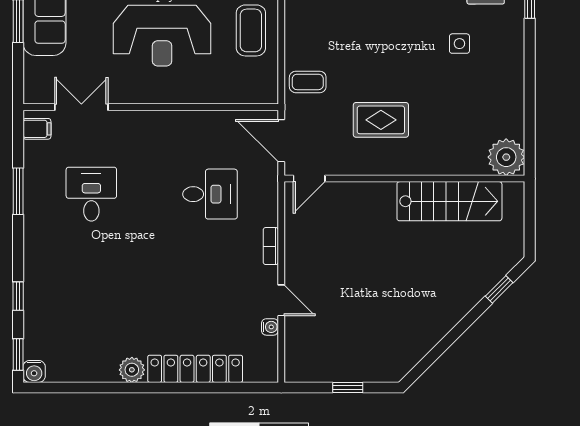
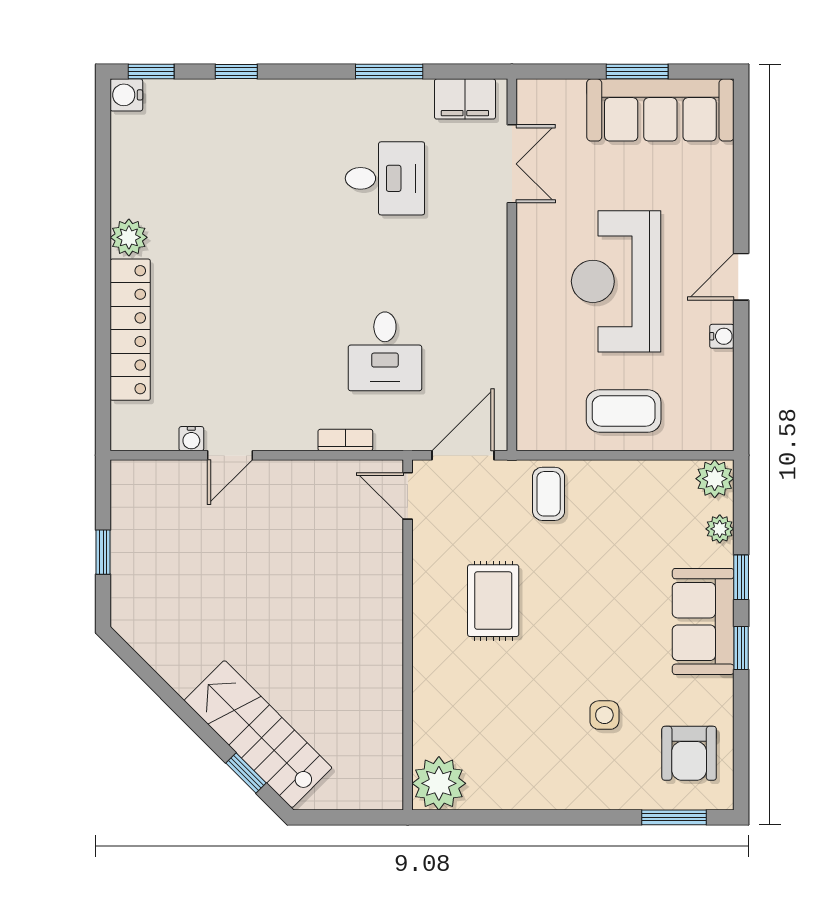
filing cabinet: (37, 129) -> (465, 99), width x2.00
stairs: (449, 201) -> (258, 734), moved, turned 135
bookcase: (271, 246) -> (345, 440), moved

